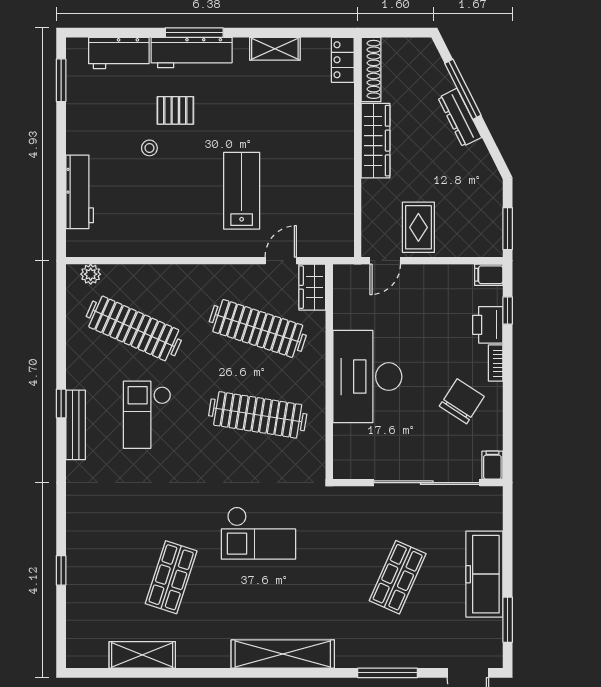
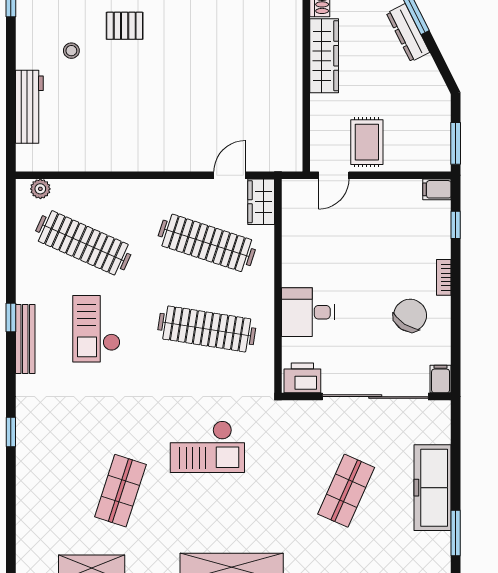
stool: (149, 148) -> (71, 51), moved
lab bench: (242, 191) -> (191, 106), removed
printer: (488, 325) -> (302, 378), moved, turned 90
desk: (367, 377) -> (308, 312), width x0.53, depth x0.77
window: (61, 570) -> (11, 432), moved

